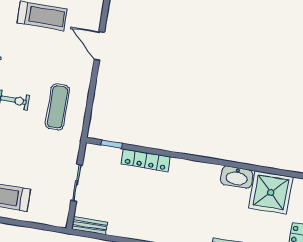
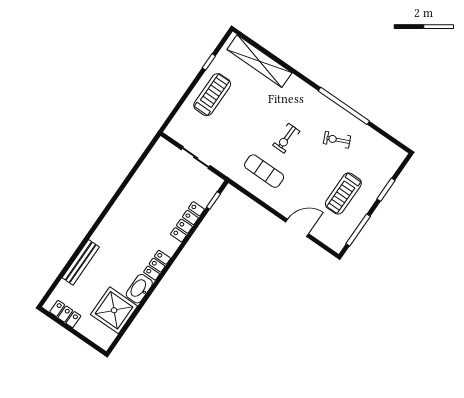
locker: (204, 170) -> (157, 265), added
bench: (89, 225) -> (156, 152), removed

